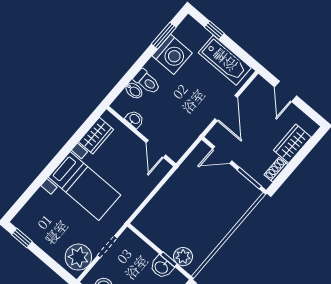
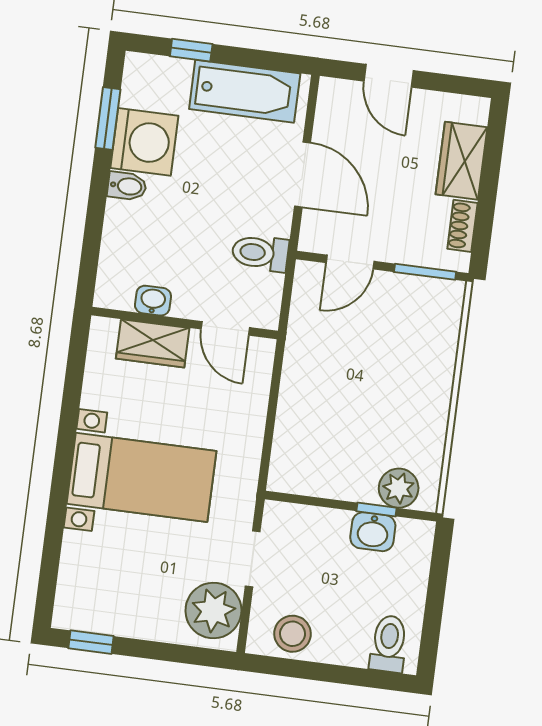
toilet: (147, 82) -> (260, 253), moved, turned 180
bidet: (134, 91) -> (127, 186), moved
wardrobe: (96, 136) -> (153, 343), moved, turned 90

